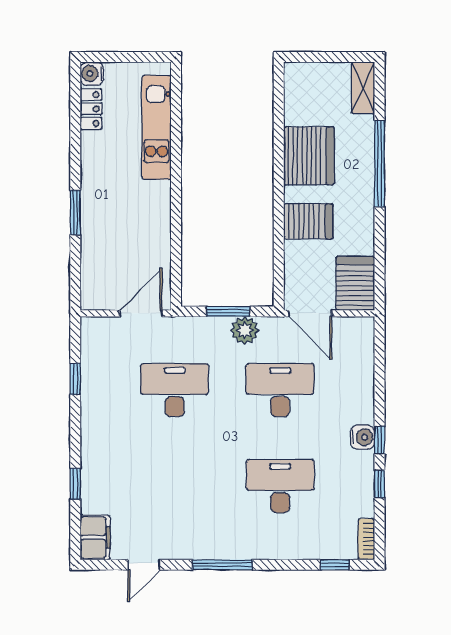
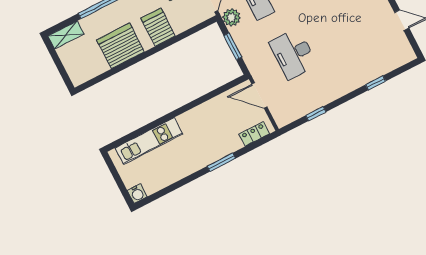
locker: (91, 109) -> (254, 134), moved
plant: (245, 330) -> (232, 17), moved
filing cabinet: (95, 537) -> (400, 56), removed

